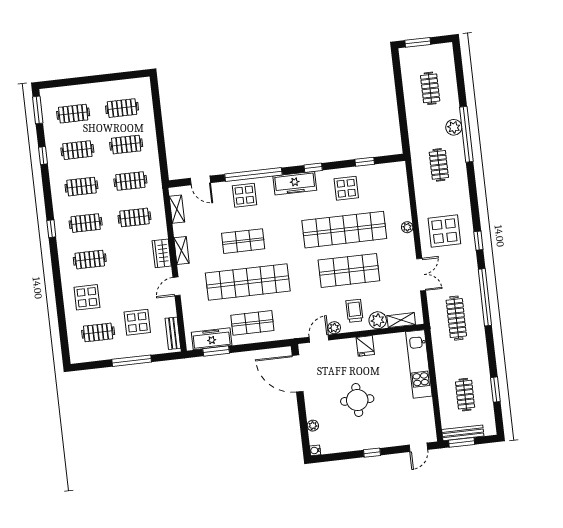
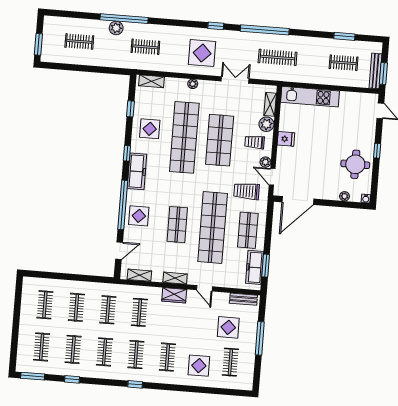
shelving: (401, 180) -> (151, 81), added
trolley: (297, 313) -> (247, 191), added
round table: (357, 400) -> (355, 164), moved

